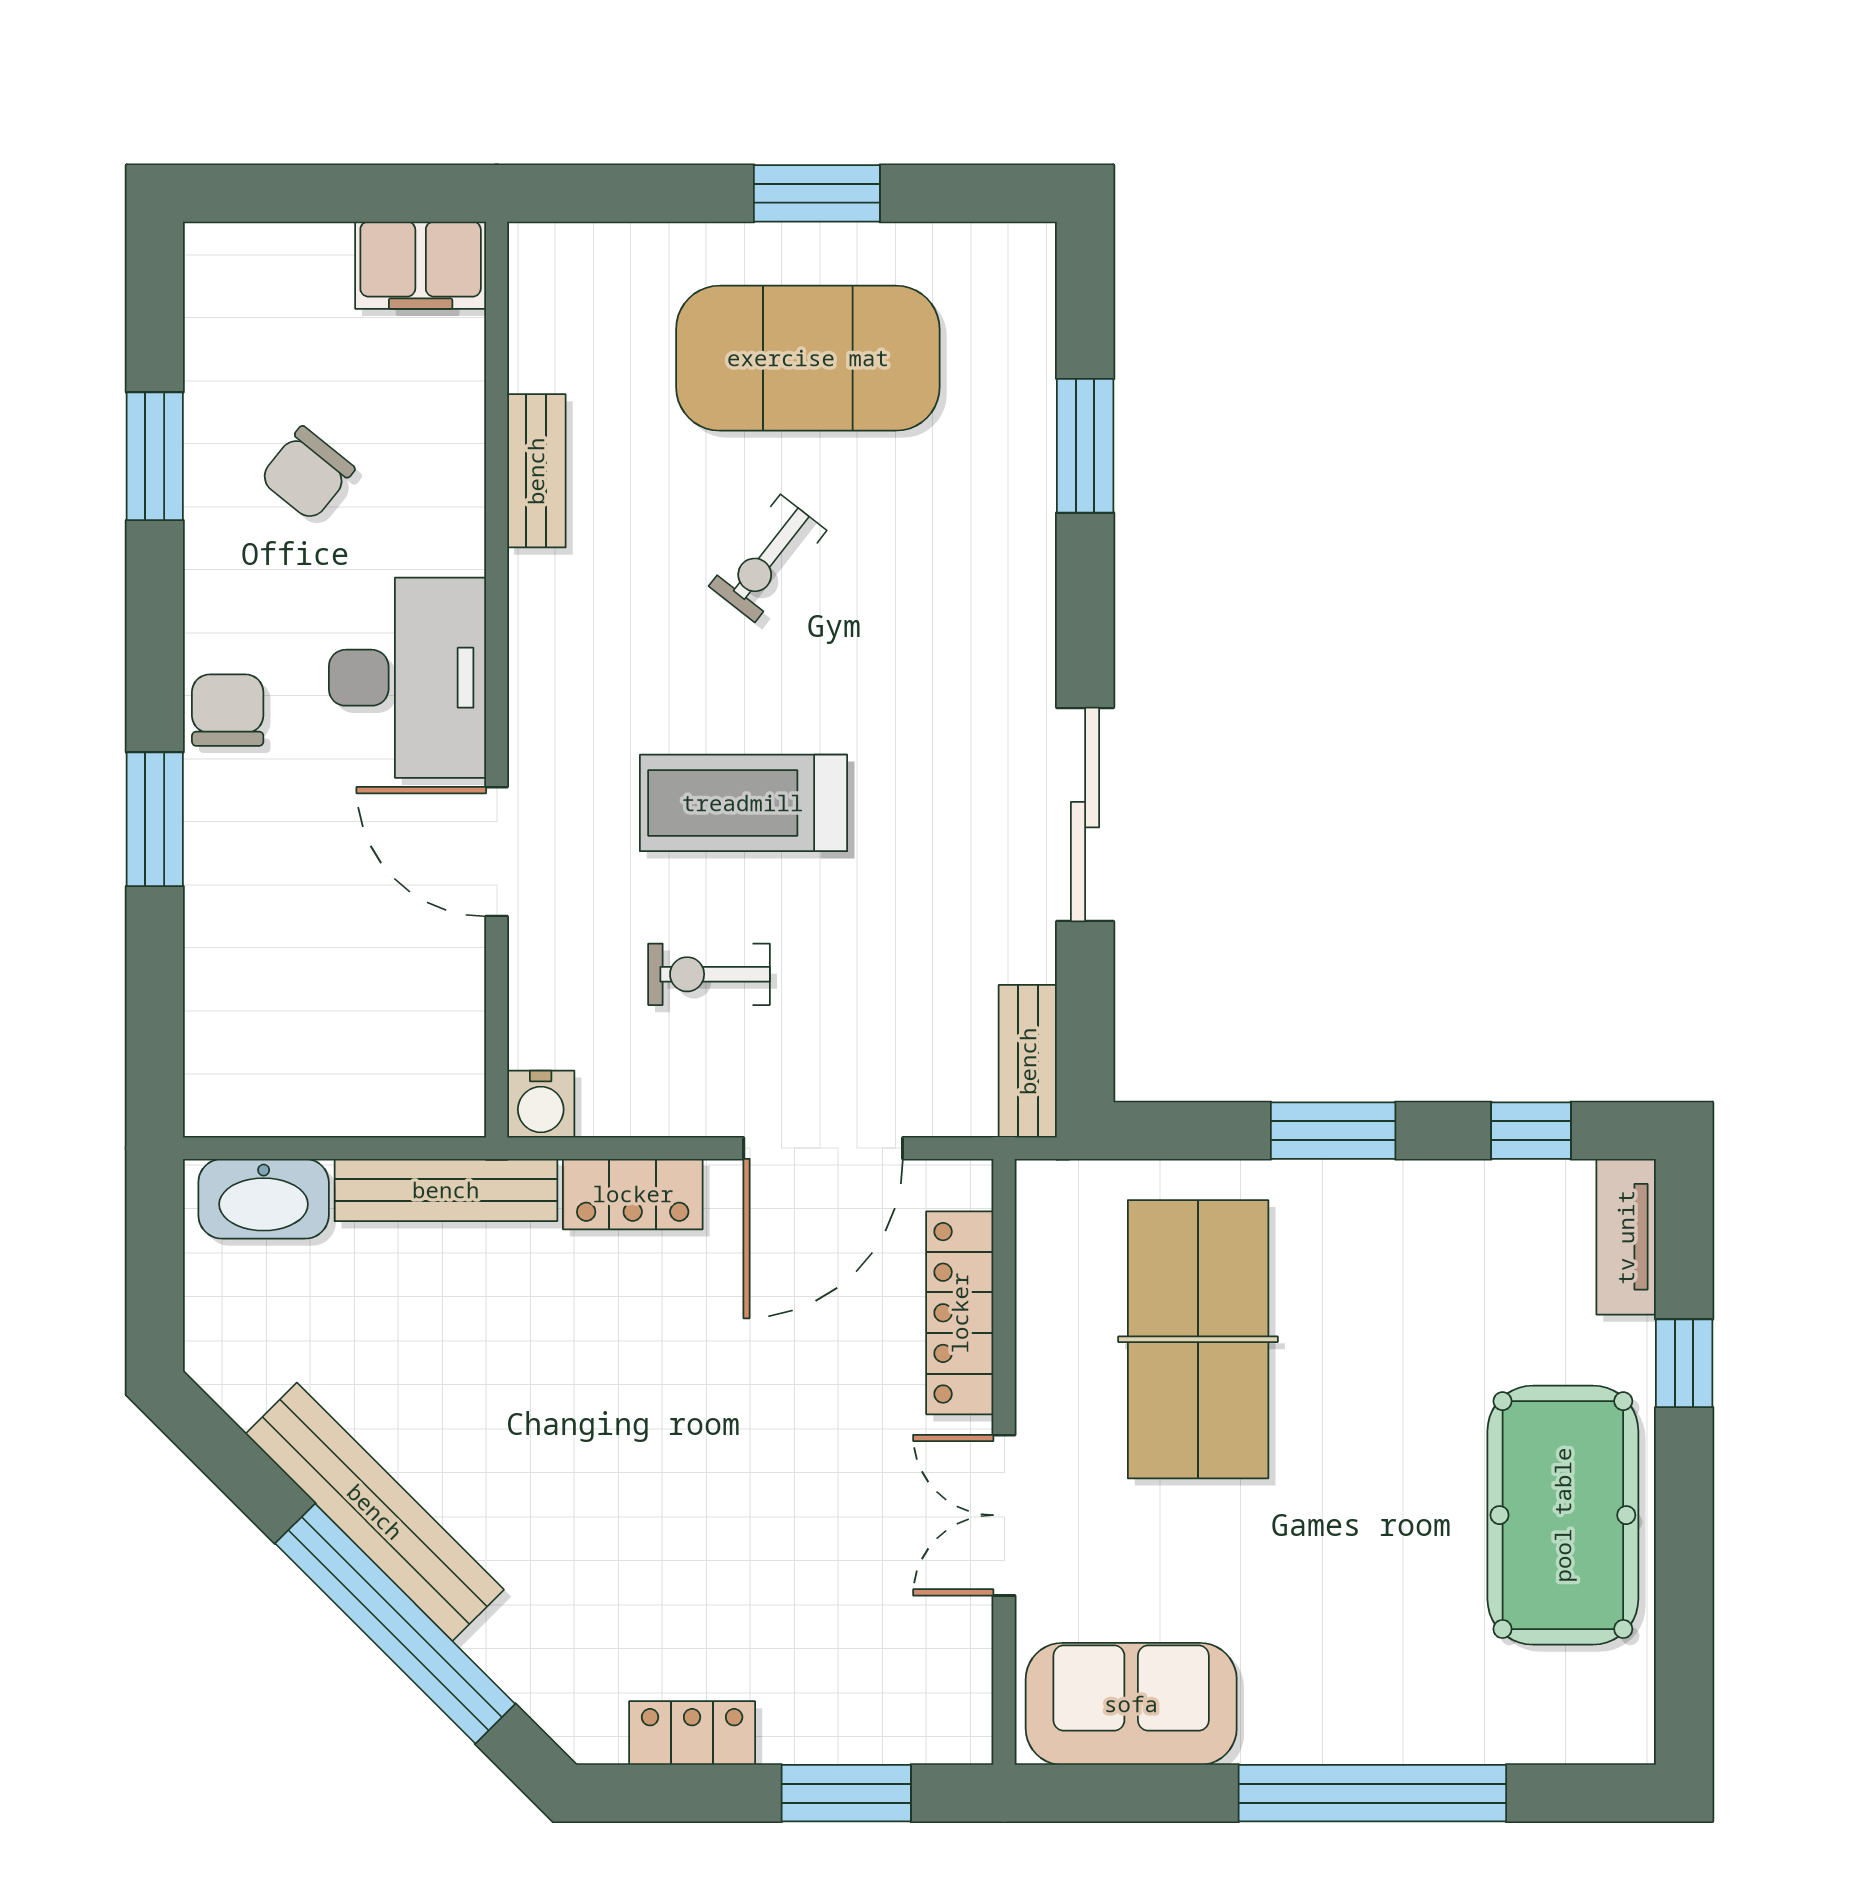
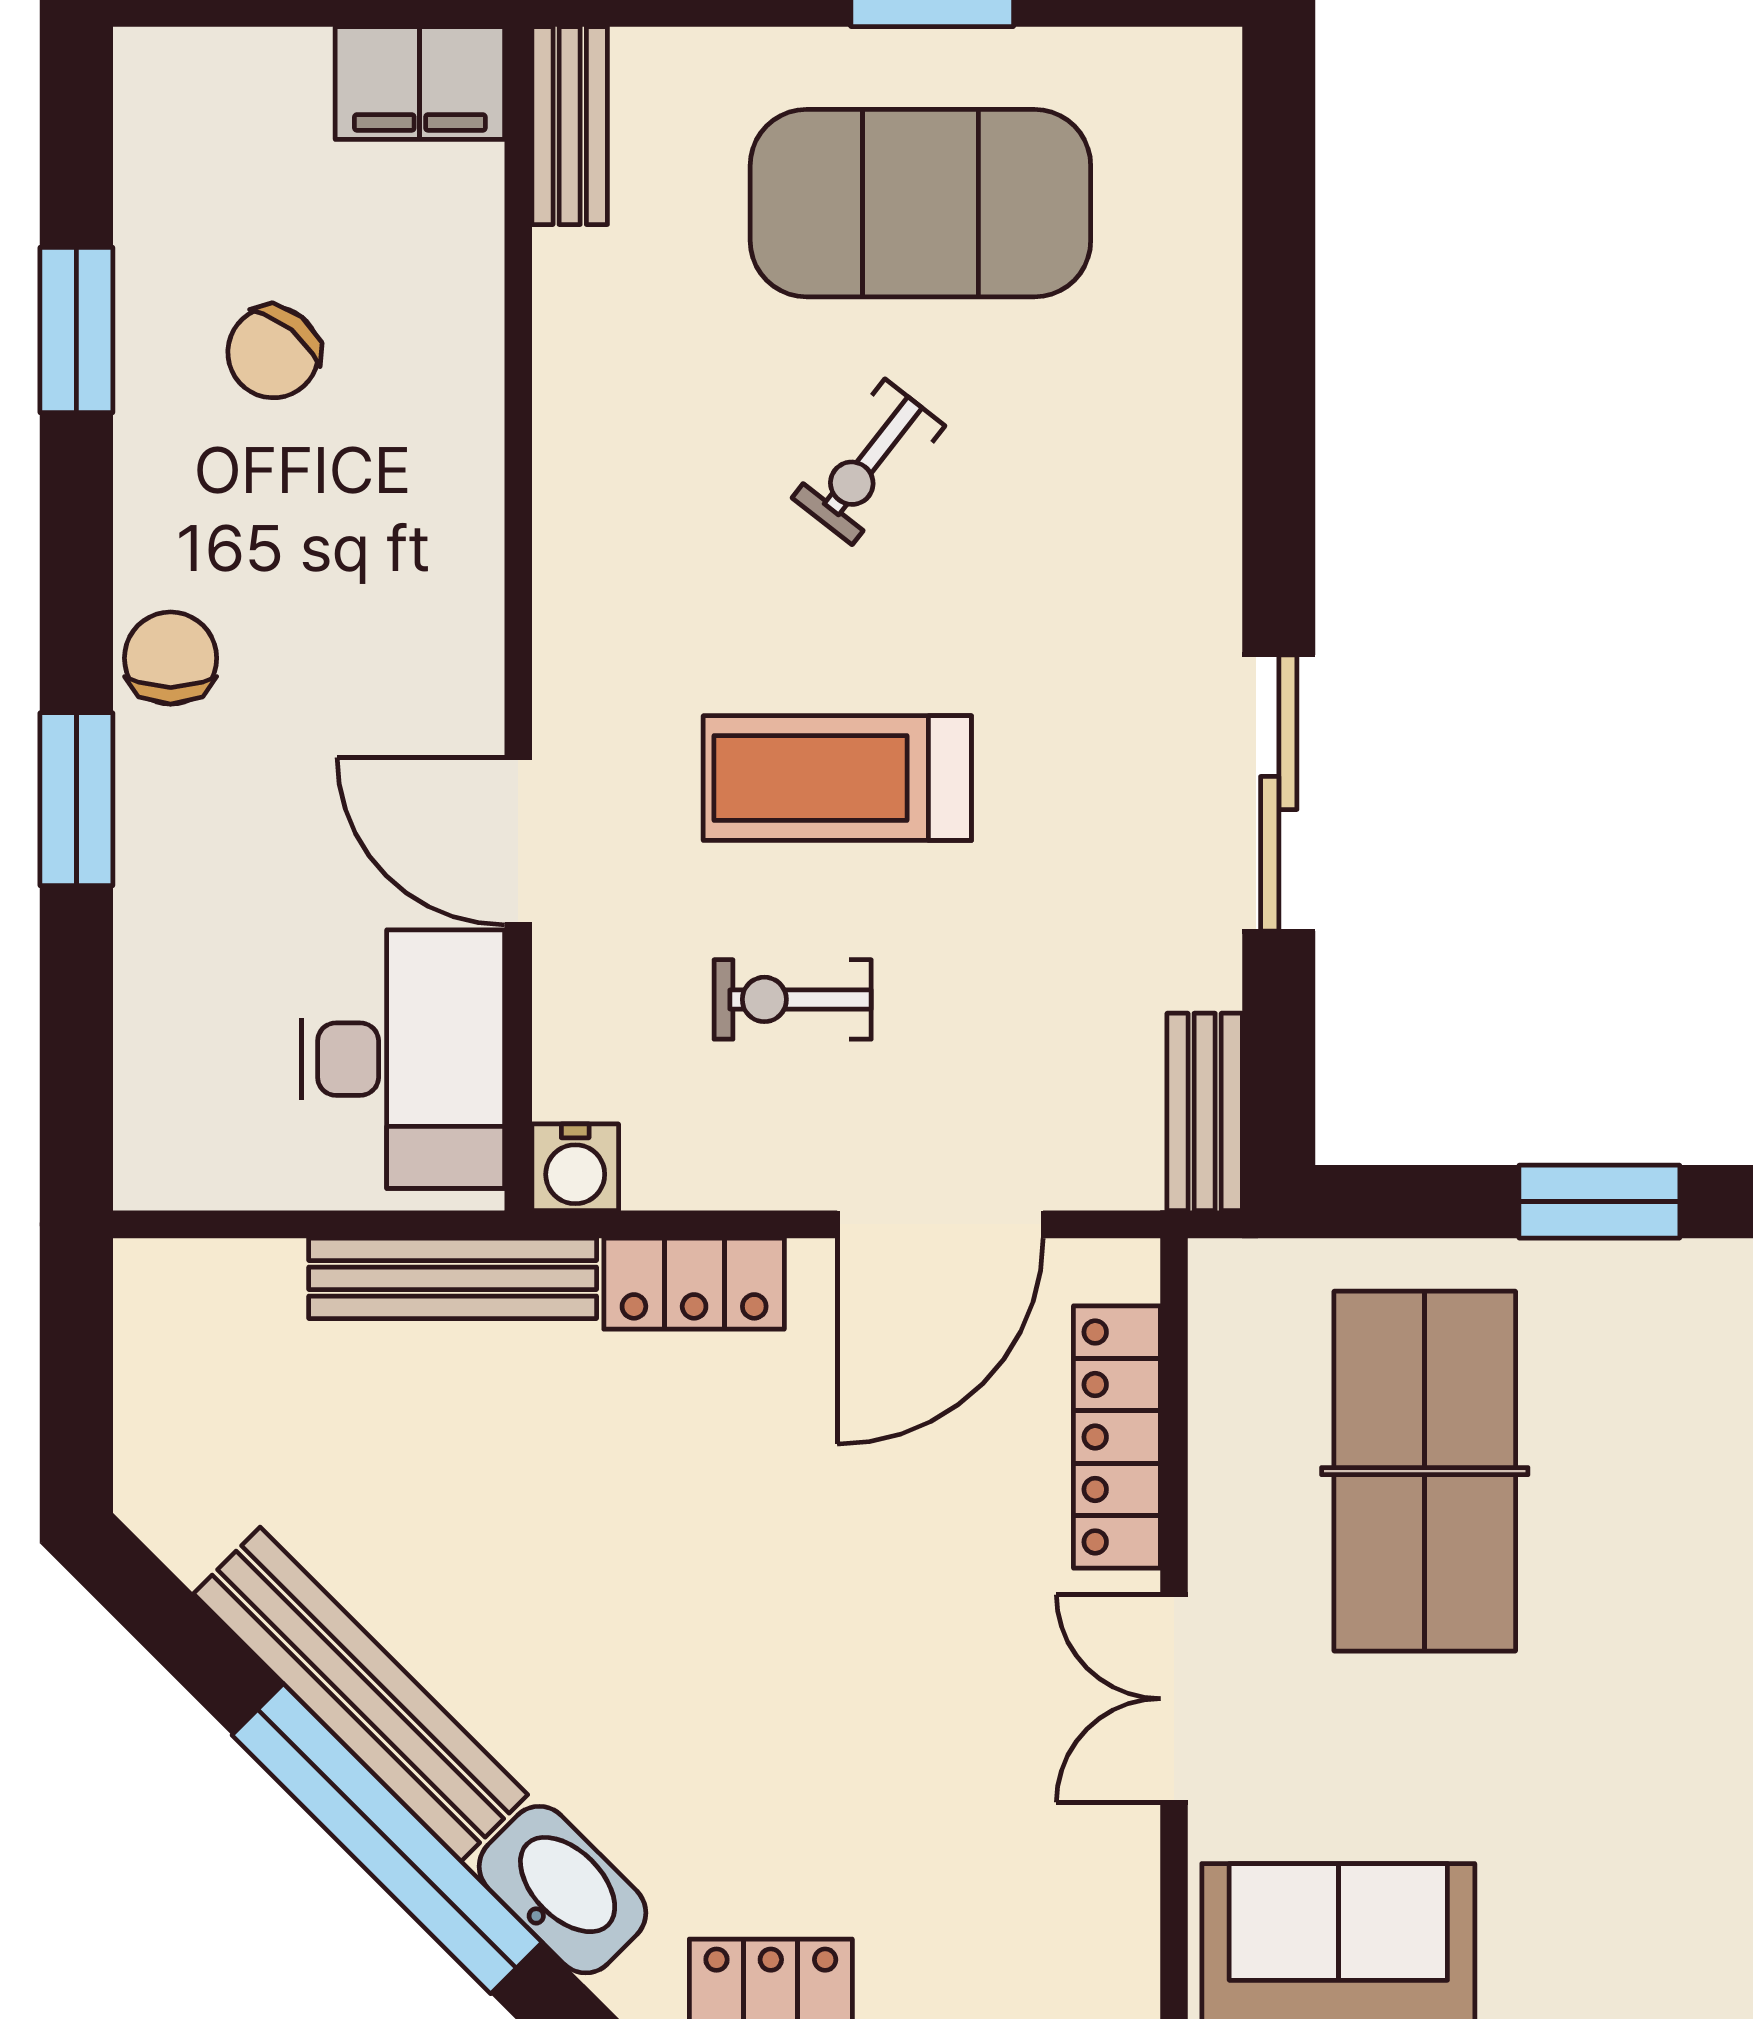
window: (1085, 446) -> (1279, 316), removed
bench: (536, 471) -> (570, 126), moved
desk: (407, 678) -> (403, 1059), moved
washbasin: (264, 1199) -> (562, 1890), moved, turned -135

